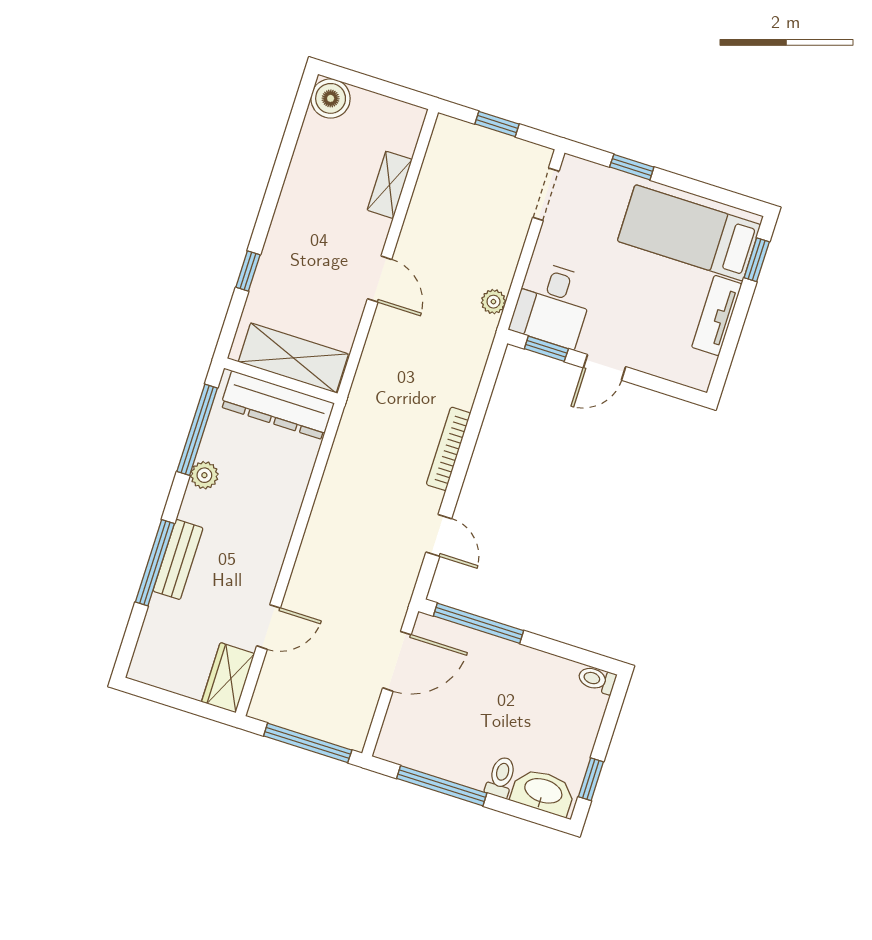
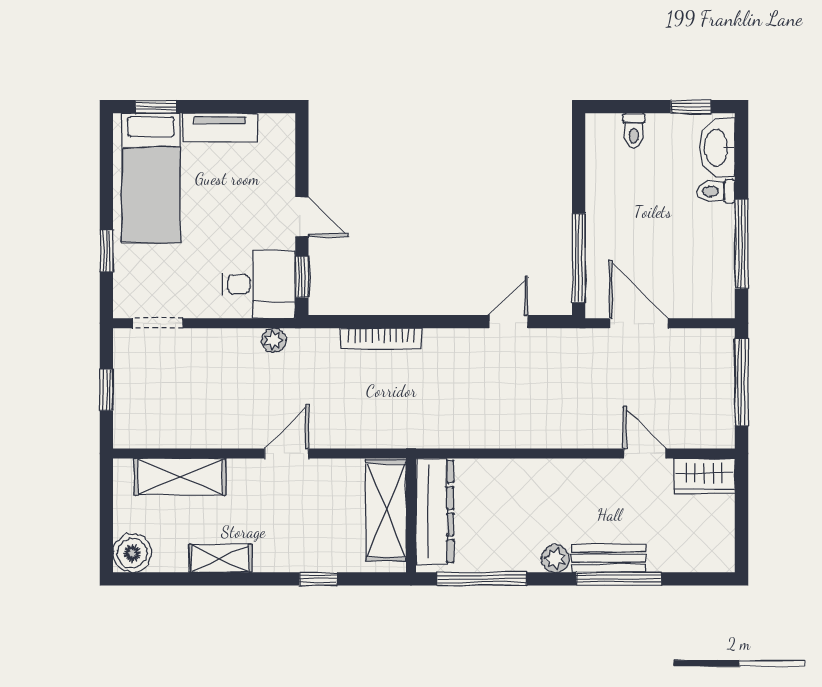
shelving: (298, 182) -> (220, 558), added
shelving: (390, 185) -> (180, 477), width x1.50, depth x1.33
bookcase: (448, 449) -> (381, 338), moved
plant: (204, 475) -> (555, 559), moved
toilet: (597, 680) -> (634, 131), moved

